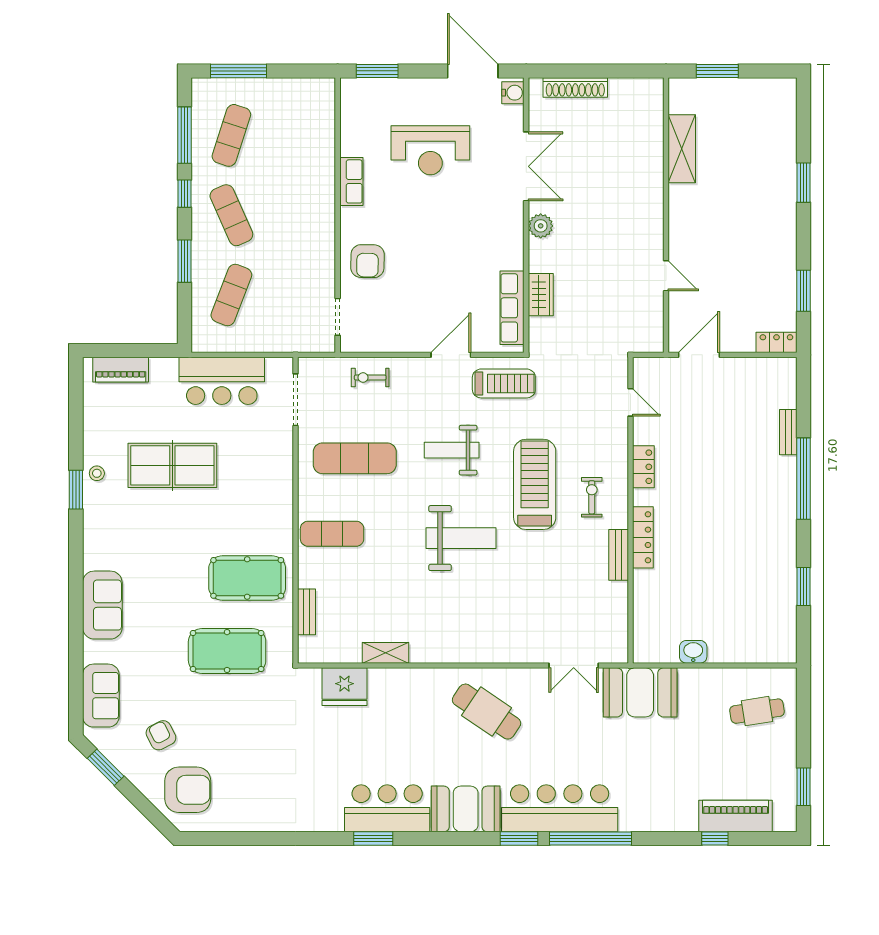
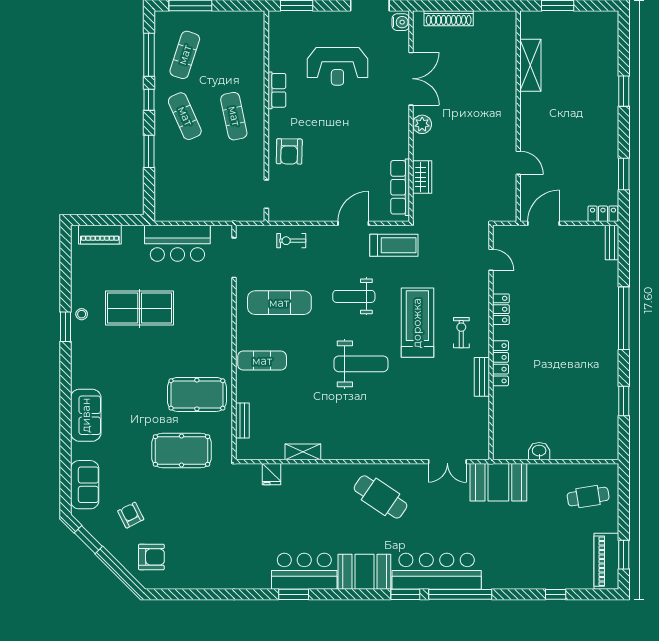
exercise mat: (231, 295) -> (234, 116), moved, turned -33
bench: (788, 432) -> (612, 243), moved
fridge: (344, 687) -> (272, 474), width x0.53, depth x0.75
armchair: (188, 790) -> (151, 557), width x0.73, depth x0.73
piano: (736, 816) -> (606, 561), moved, turned -90

